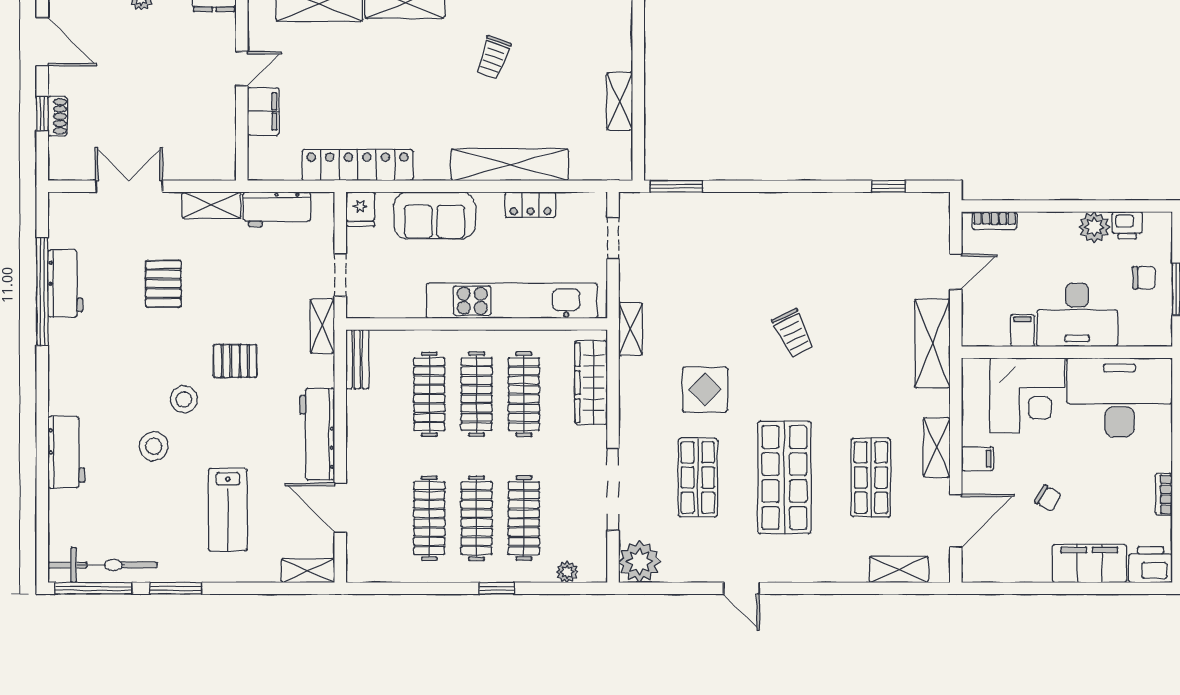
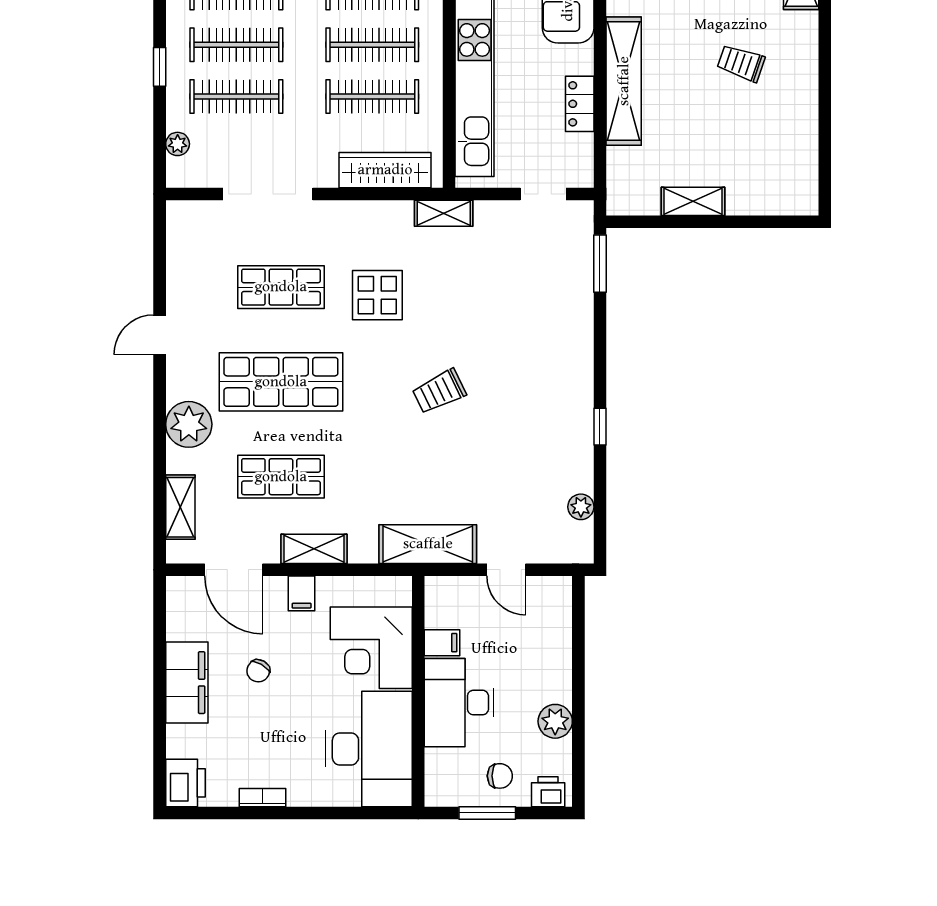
window: (889, 186) -> (600, 427), moved
plant: (898, 204) -> (581, 507), added
bookcase: (994, 221) -> (562, 612), removed
printer: (1127, 225) -> (548, 792), moved, turned 90
chair: (1144, 278) -> (500, 776), turned -90
plant: (640, 562) -> (189, 424), moved
filing cabinet: (1089, 563) -> (187, 683), moved

